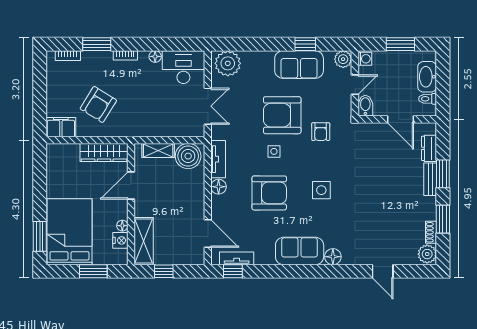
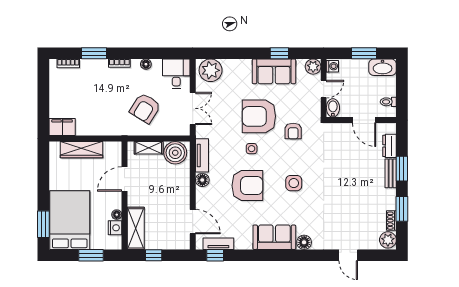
desk: (183, 67) -> (176, 74), width x0.73
washbasin: (427, 77) -> (383, 67), moved, turned -90
armchair: (98, 104) -> (145, 108), moved
wardrobe: (104, 153) -> (81, 150), moved

